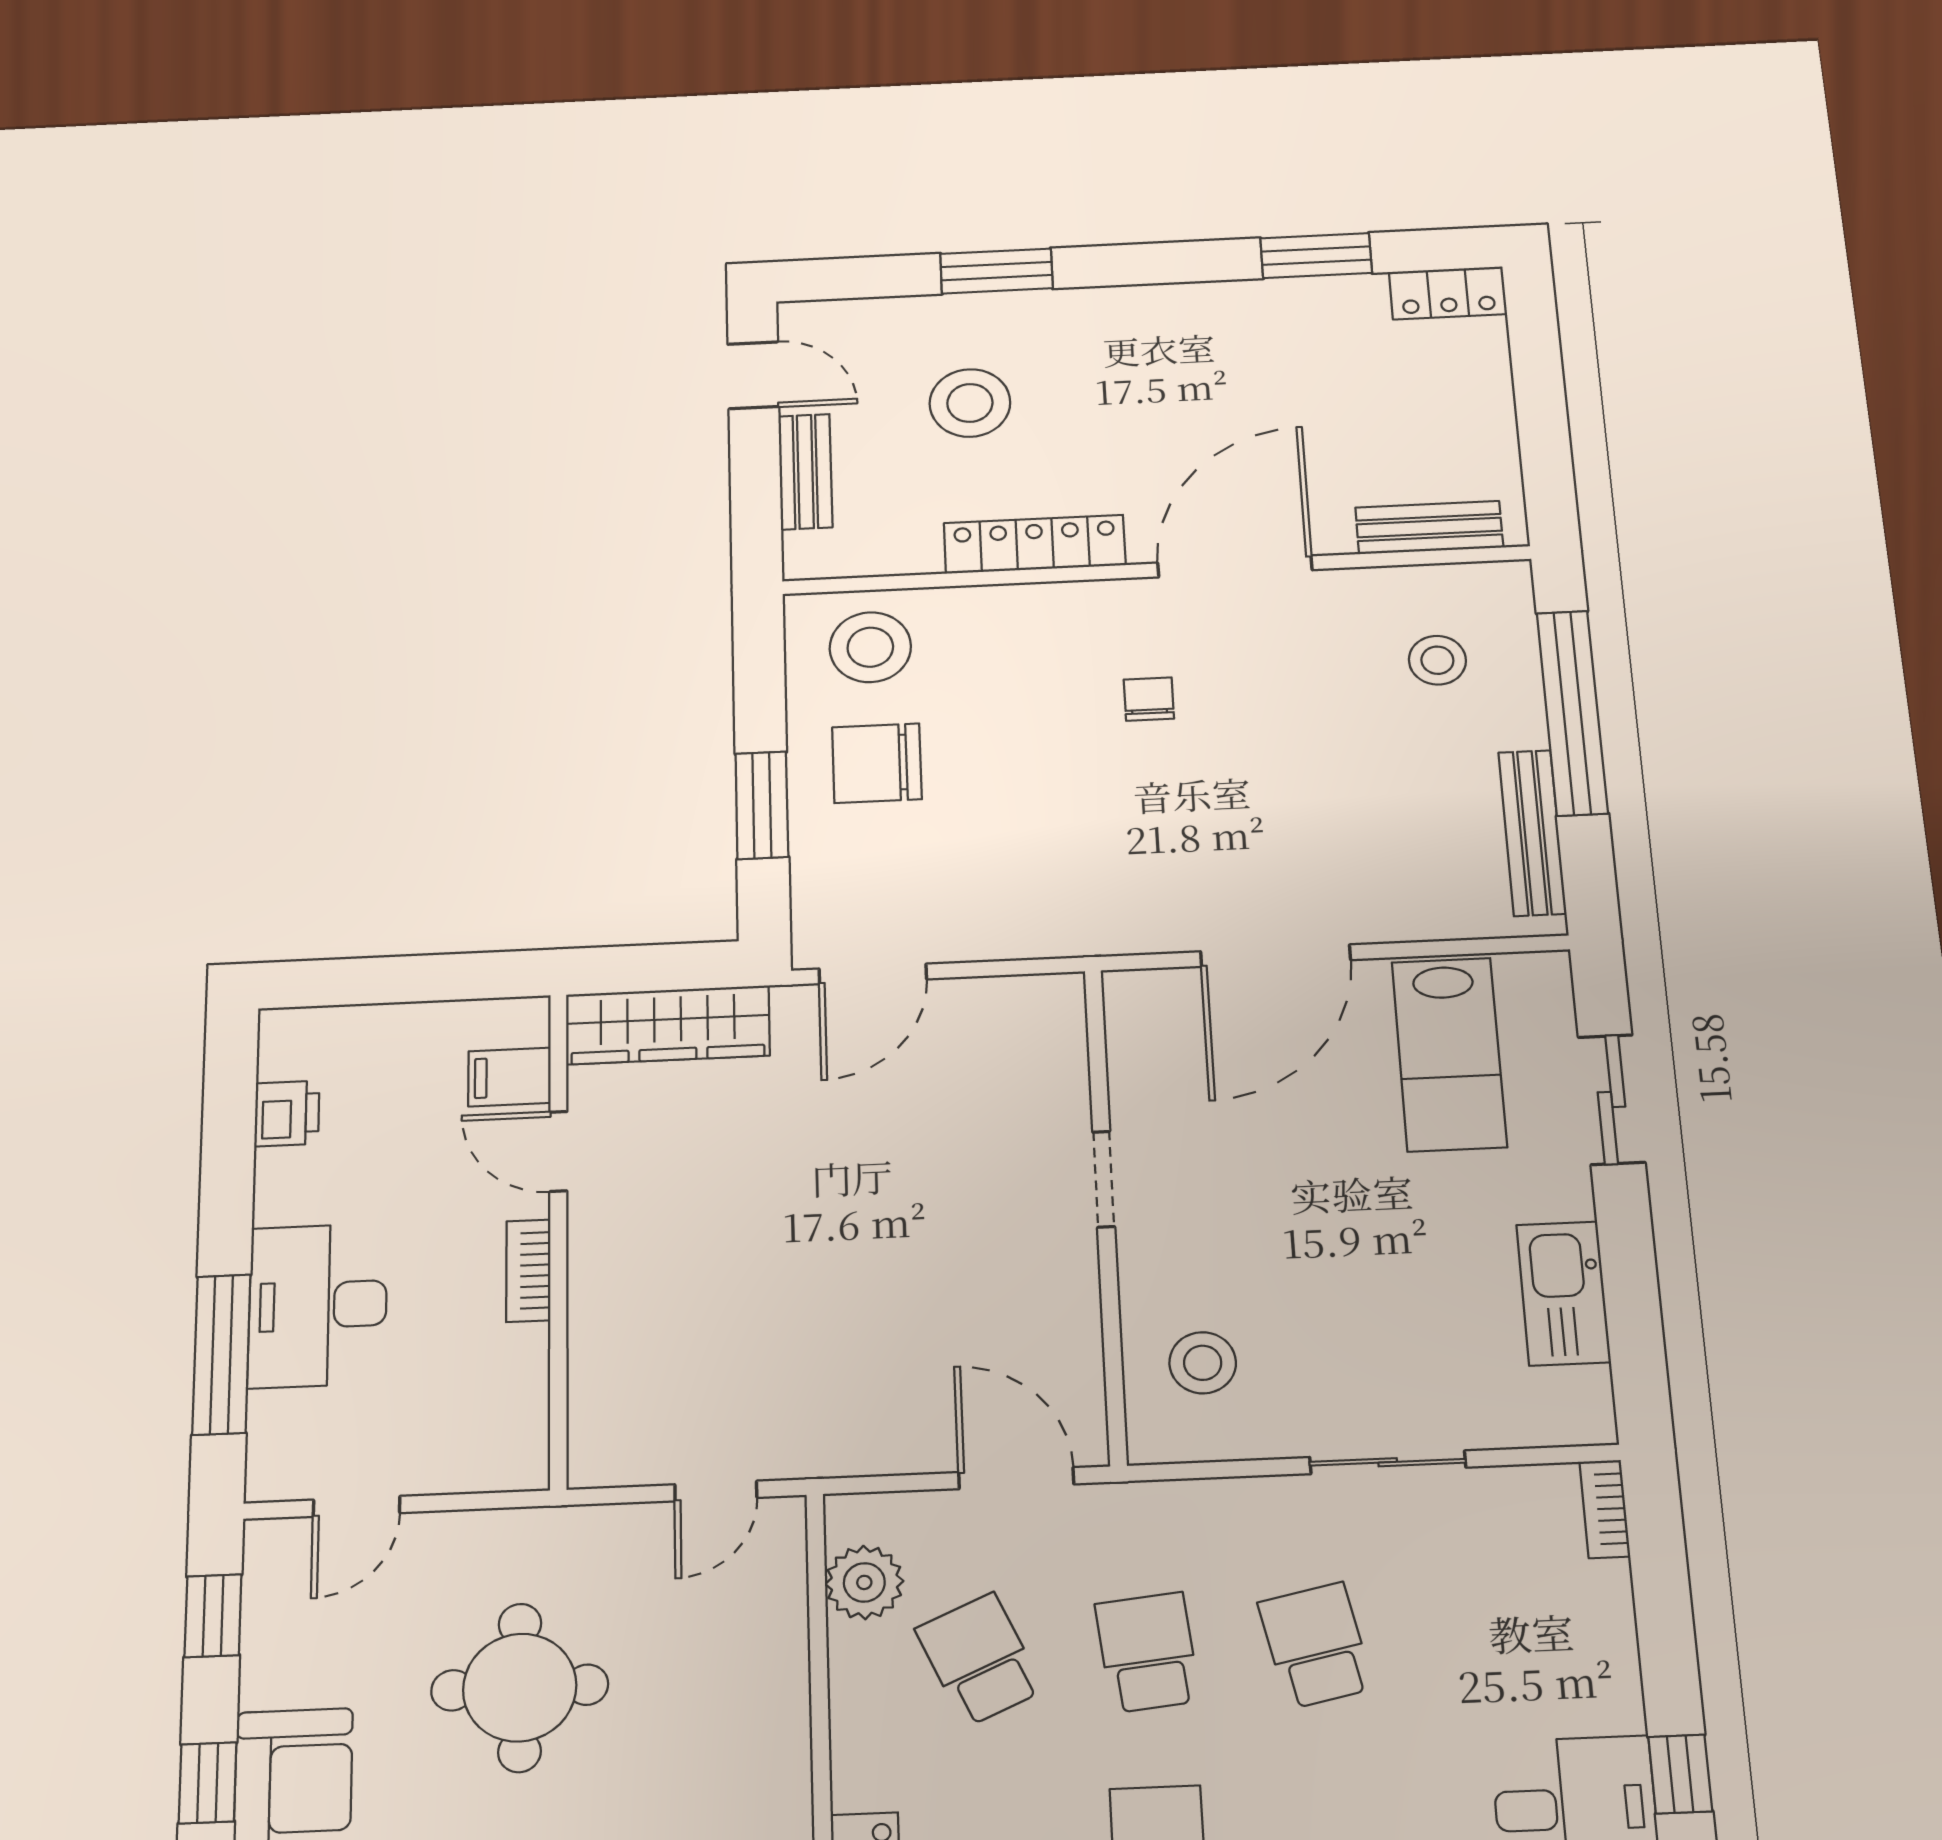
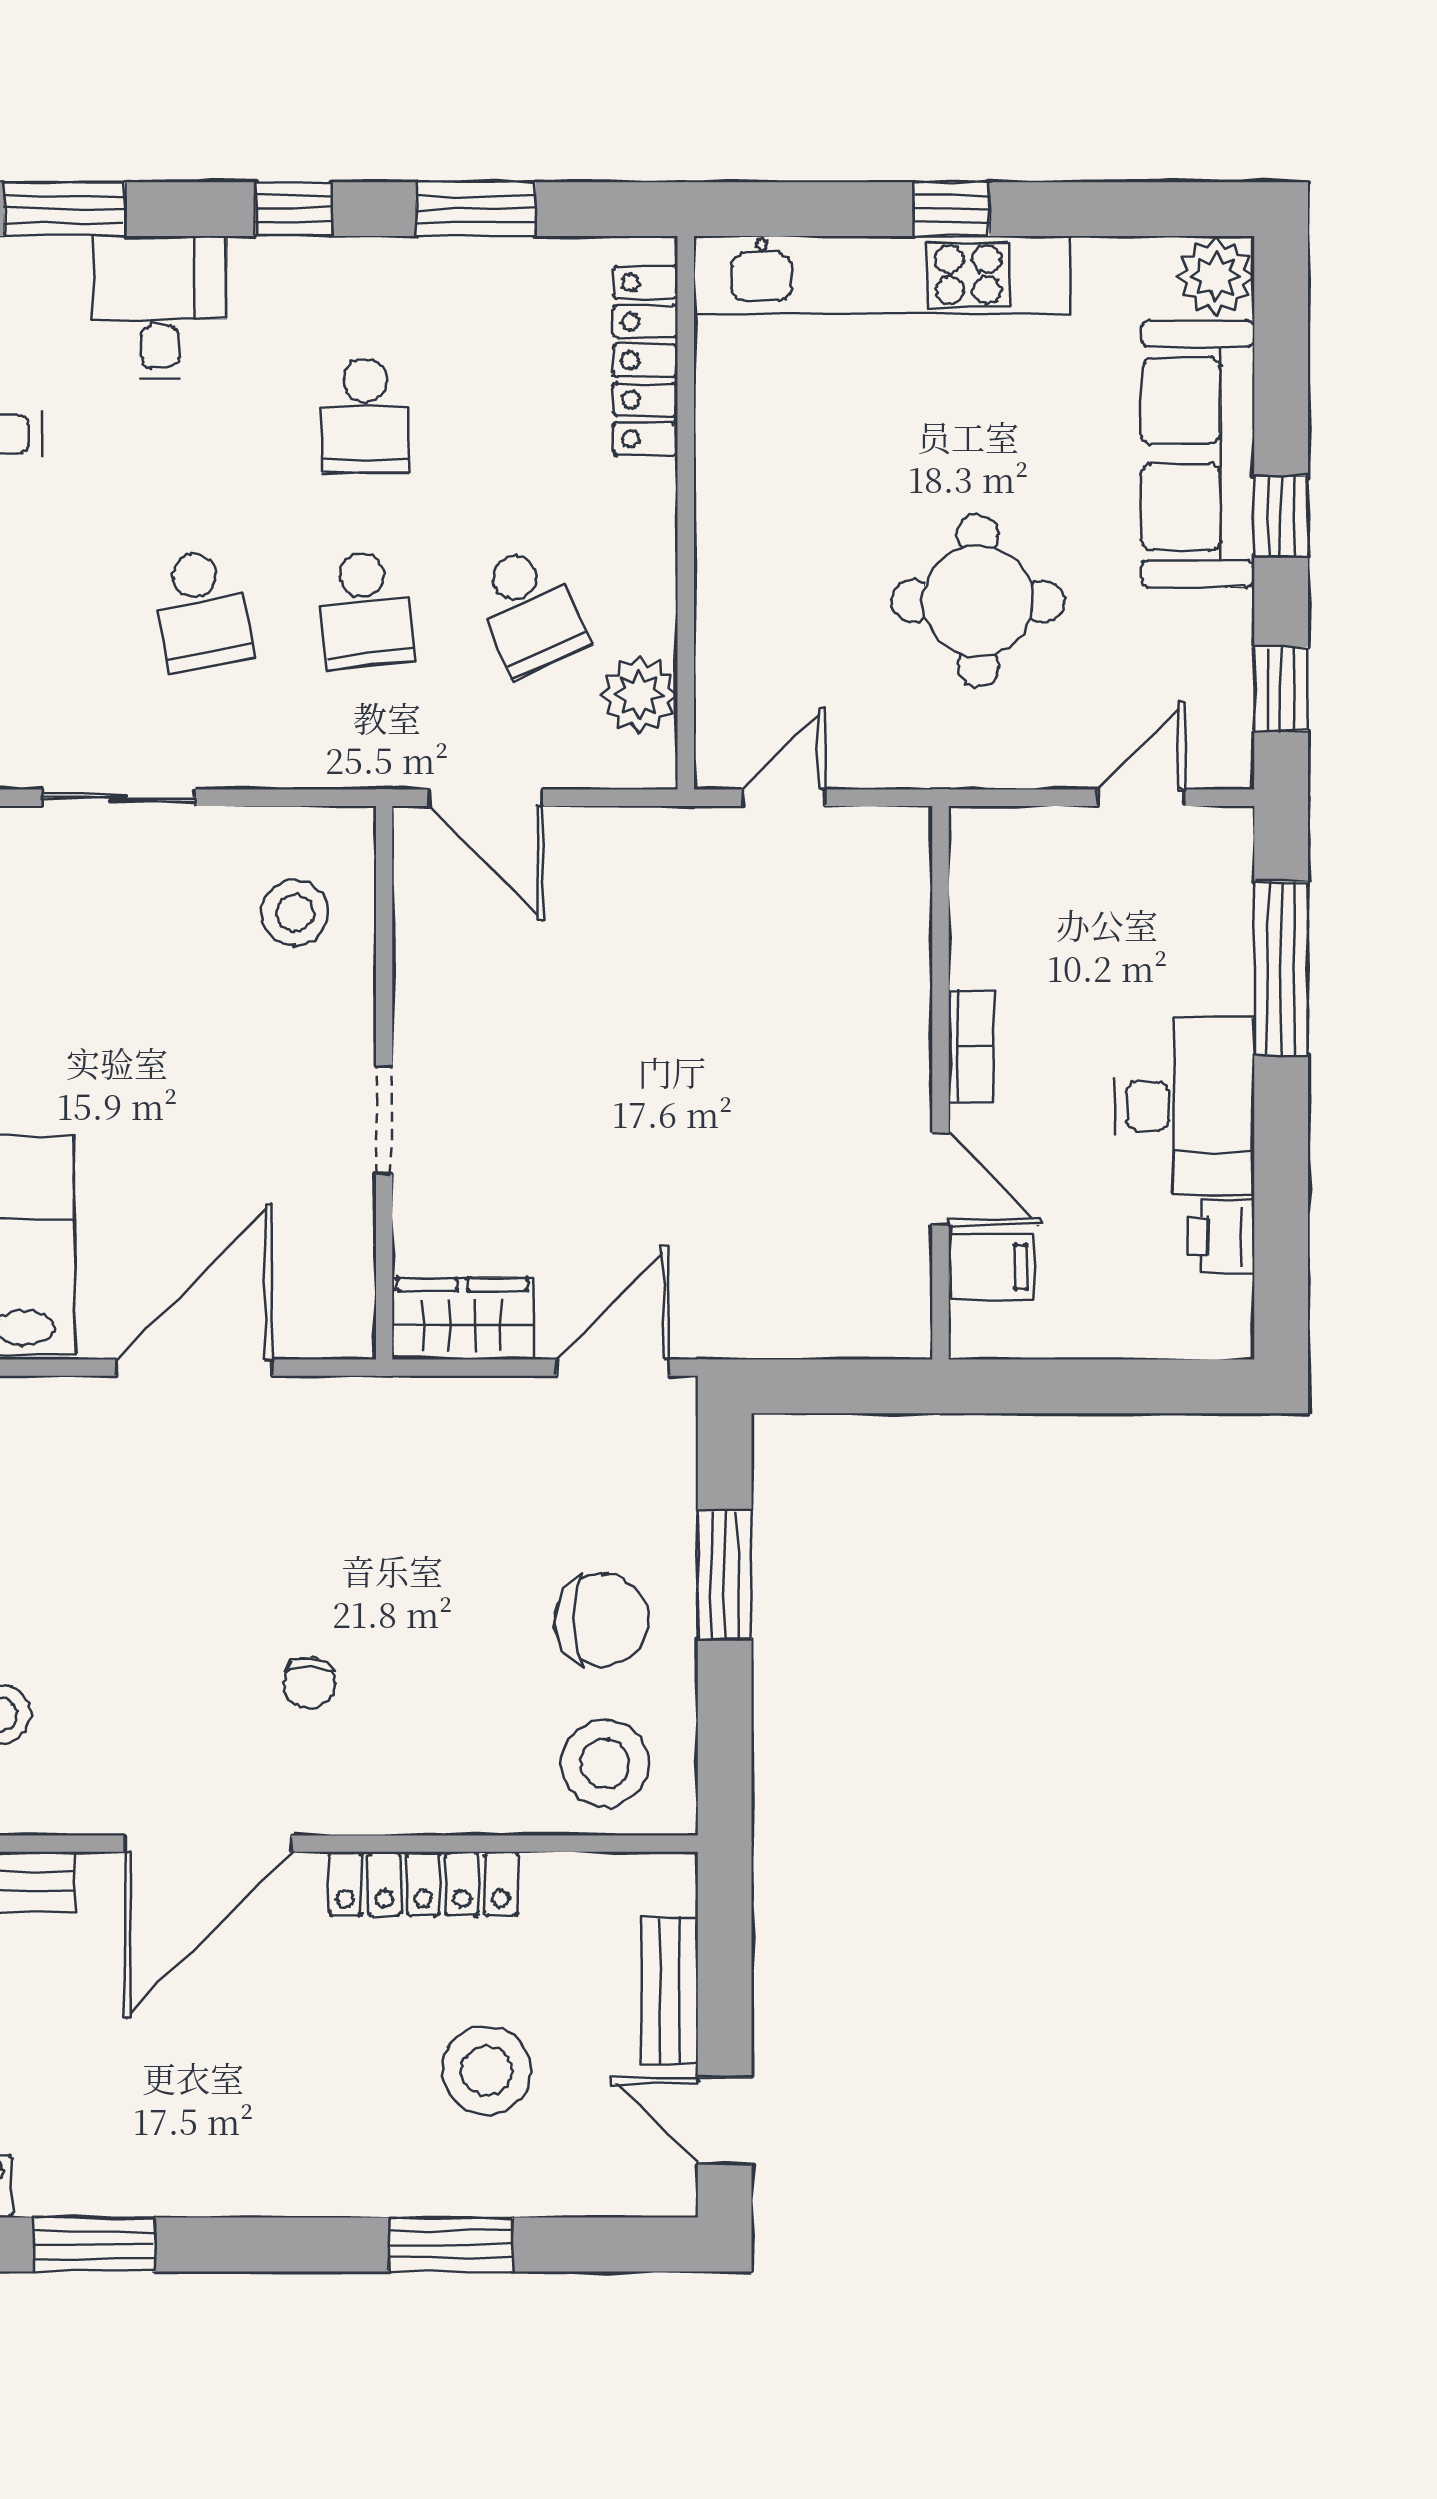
wardrobe: (668, 1025) -> (462, 1319), moved, width x0.67
desk: (318, 1305) -> (1185, 1106), moved

